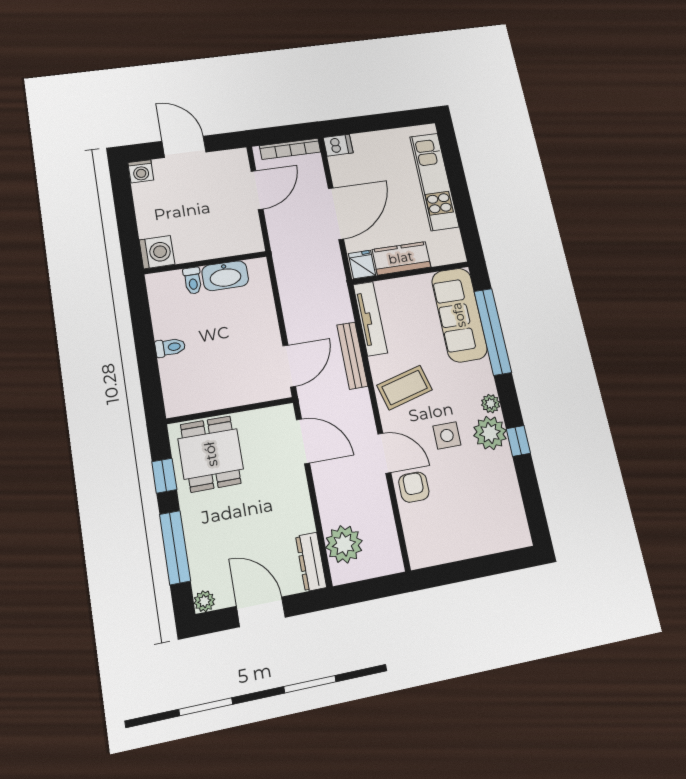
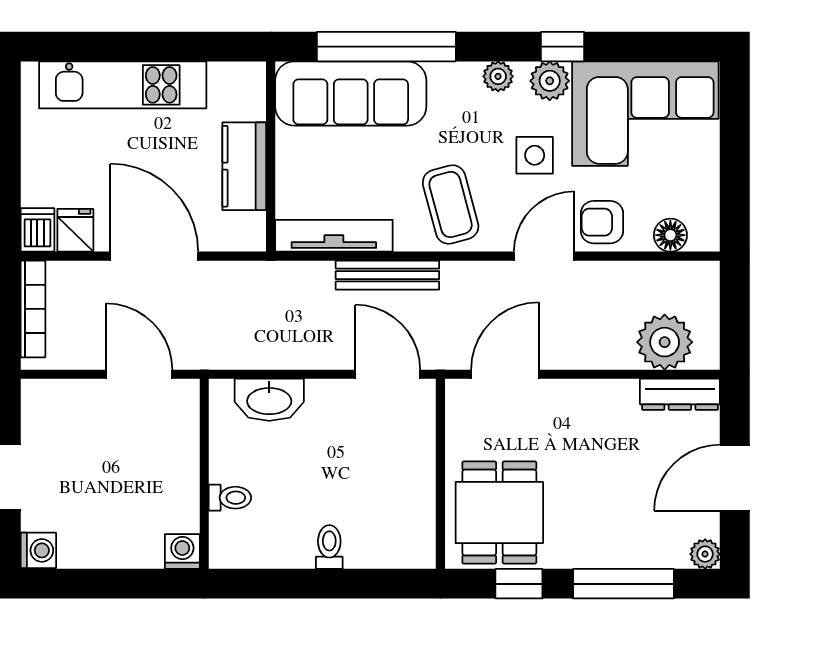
door: (257, 190) -> (139, 374), moved
washing machine: (157, 252) -> (182, 552), width x0.73, depth x0.73
fridge: (362, 265) -> (75, 230), moved, turned 90
washbasin: (225, 276) -> (269, 400), moved, turned 90
plant: (490, 433) -> (550, 81), width x0.73, depth x0.73
dining table: (211, 454) -> (499, 513), turned 90
corner sofa: (489, 503) -> (645, 114), added
floor lamp: (415, 534) -> (670, 235), added

